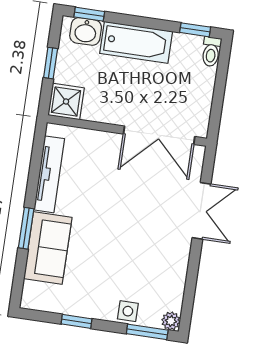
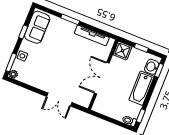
double door: (159, 135) -> (102, 78), moved
sofa: (48, 248) -> (37, 27), moved, turned -90

